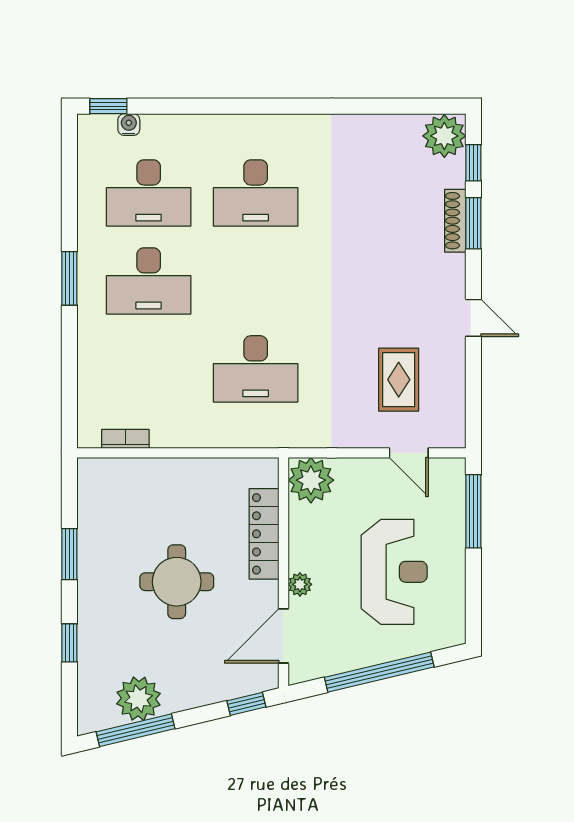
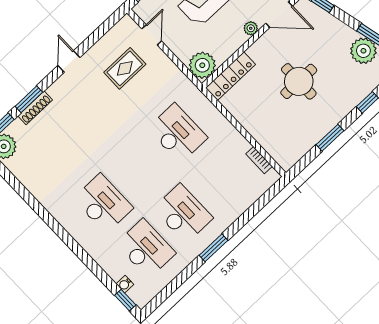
locker: (264, 534) -> (231, 76), moved

